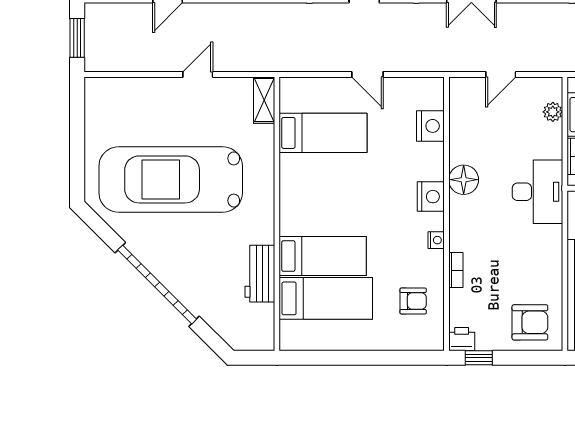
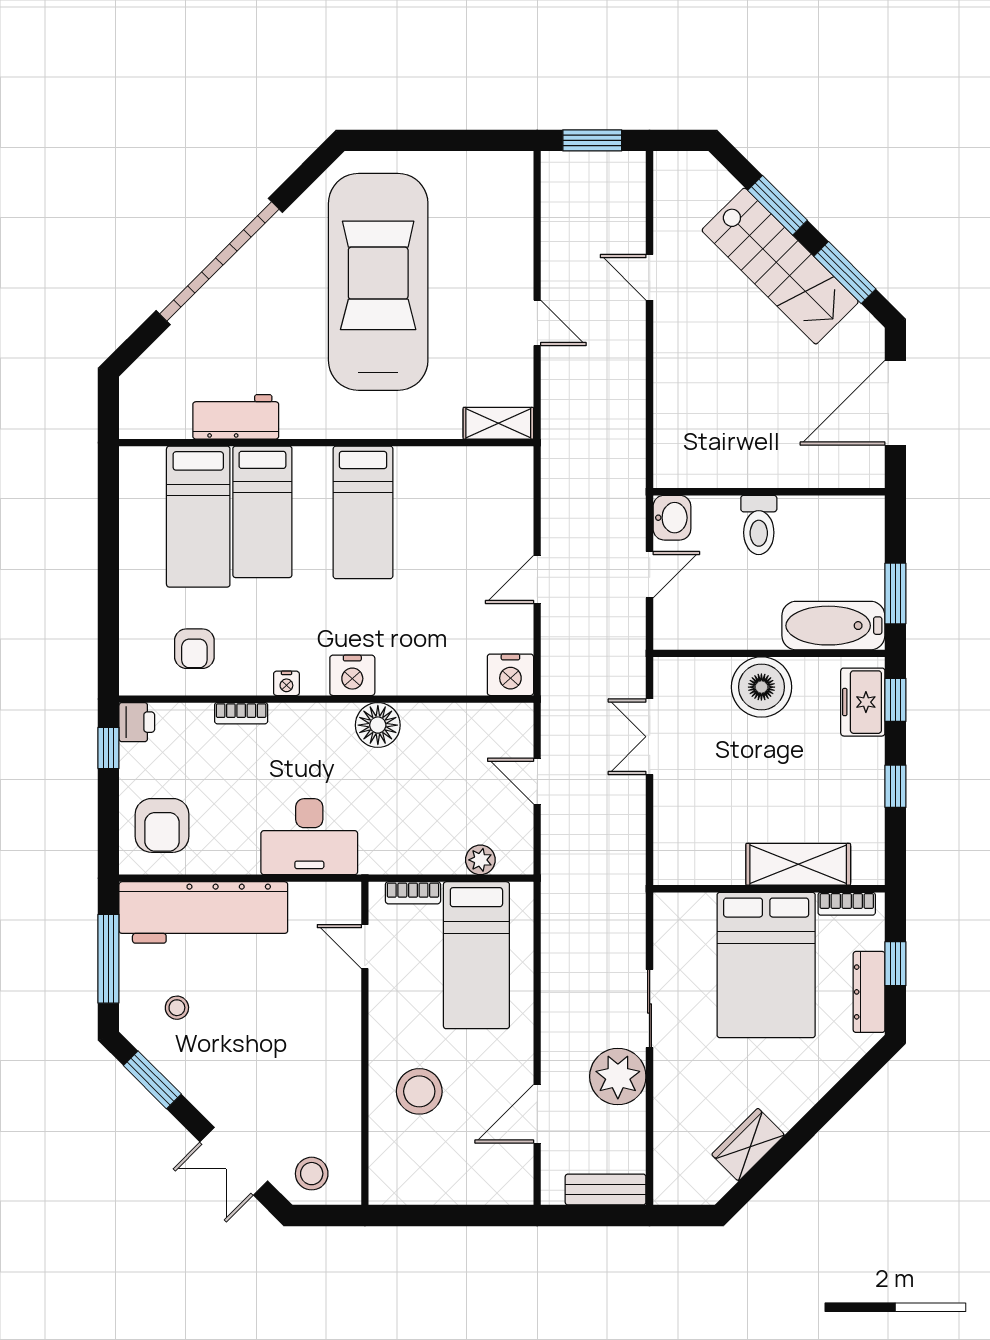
nightstand: (430, 126) -> (510, 675), moved
bed: (323, 133) -> (363, 512), moved
desk: (537, 192) -> (309, 837), moved

